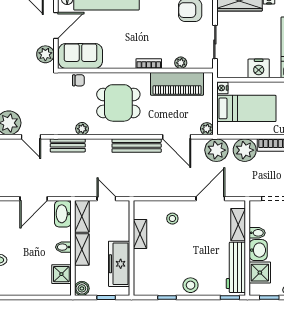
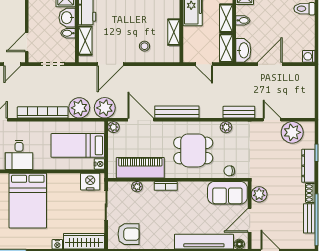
nightstand: (259, 68) -> (90, 182), moved

